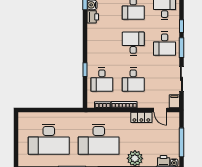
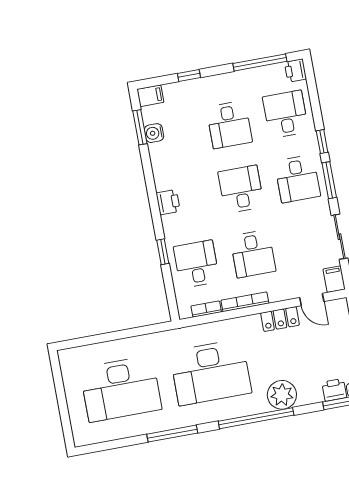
printer: (93, 17) -> (168, 202), moved
desk: (102, 80) -> (197, 264), turned 180

